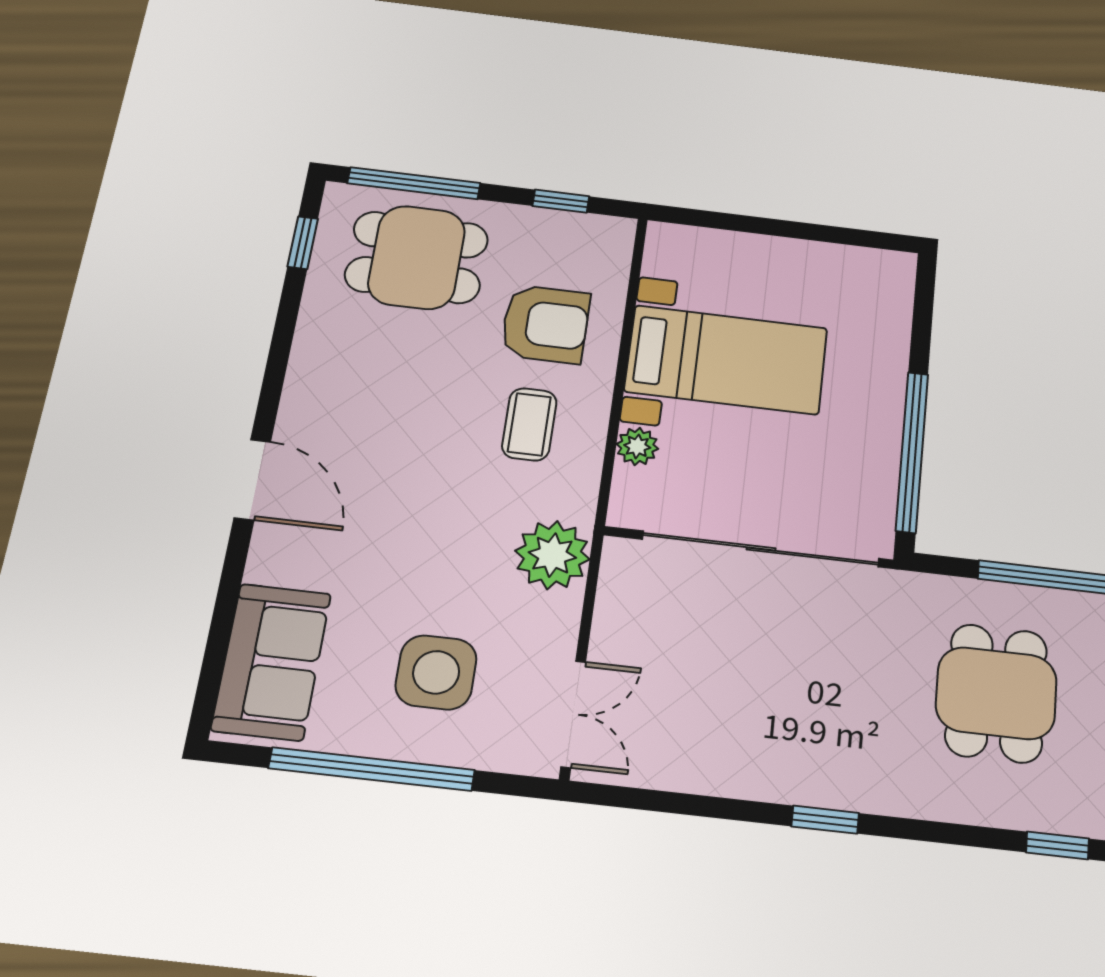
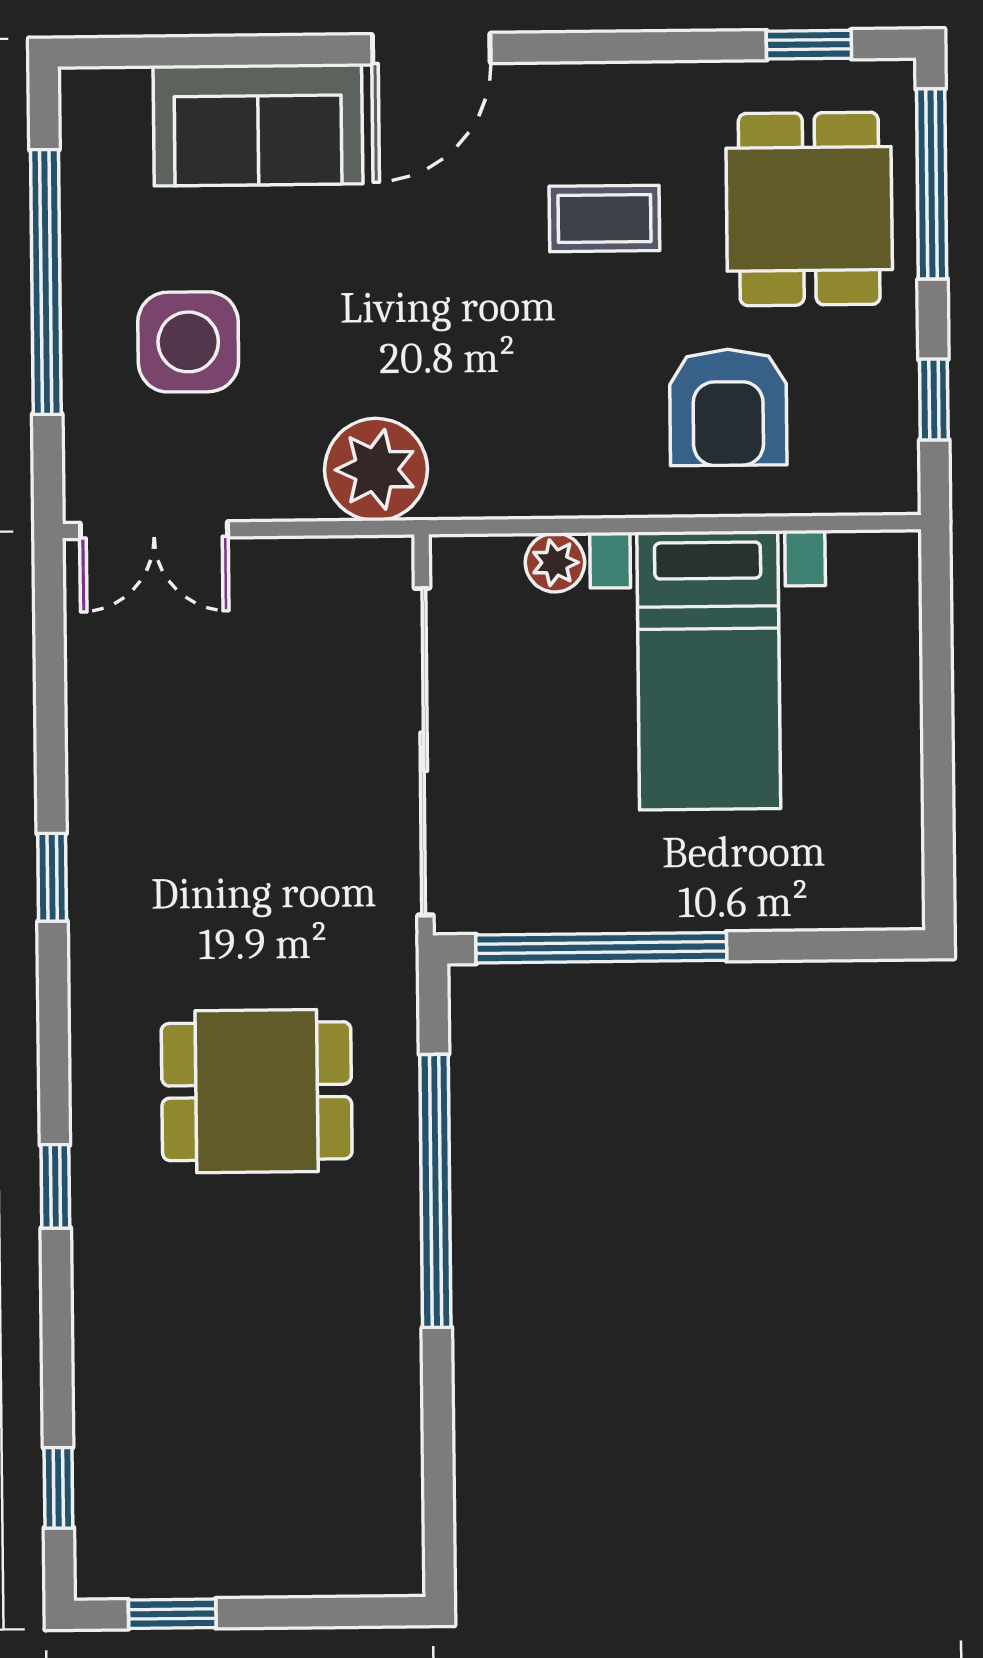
coffee table: (529, 424) -> (604, 218), moved
sofa: (271, 662) -> (258, 125), moved

